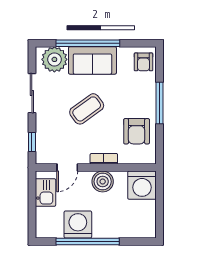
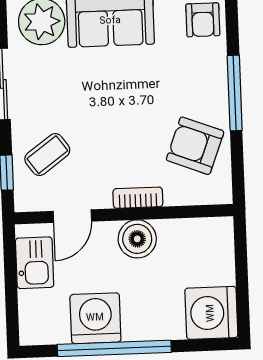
coffee table: (87, 109) -> (47, 155), moved, width x0.73, depth x0.77
armchair: (137, 131) -> (195, 146), turned 111
washing machine: (142, 185) -> (211, 313), moved, turned 90

